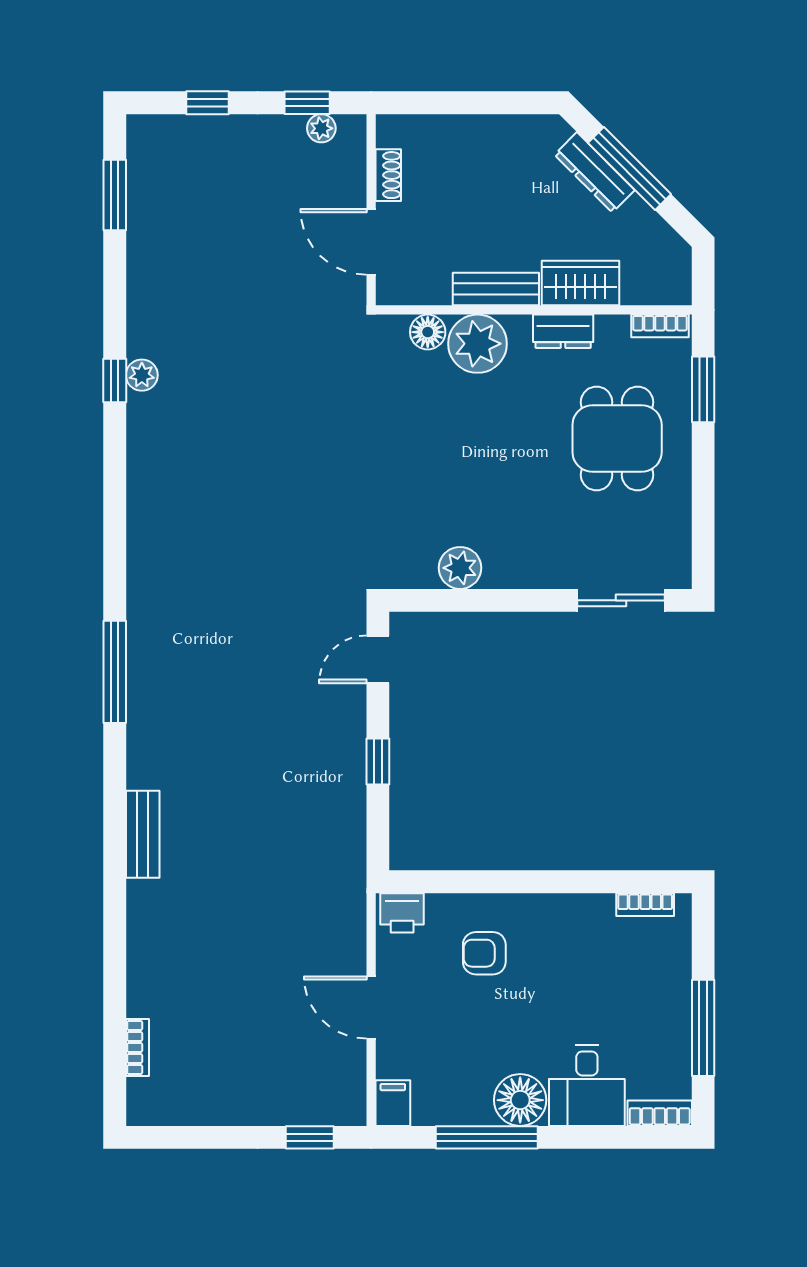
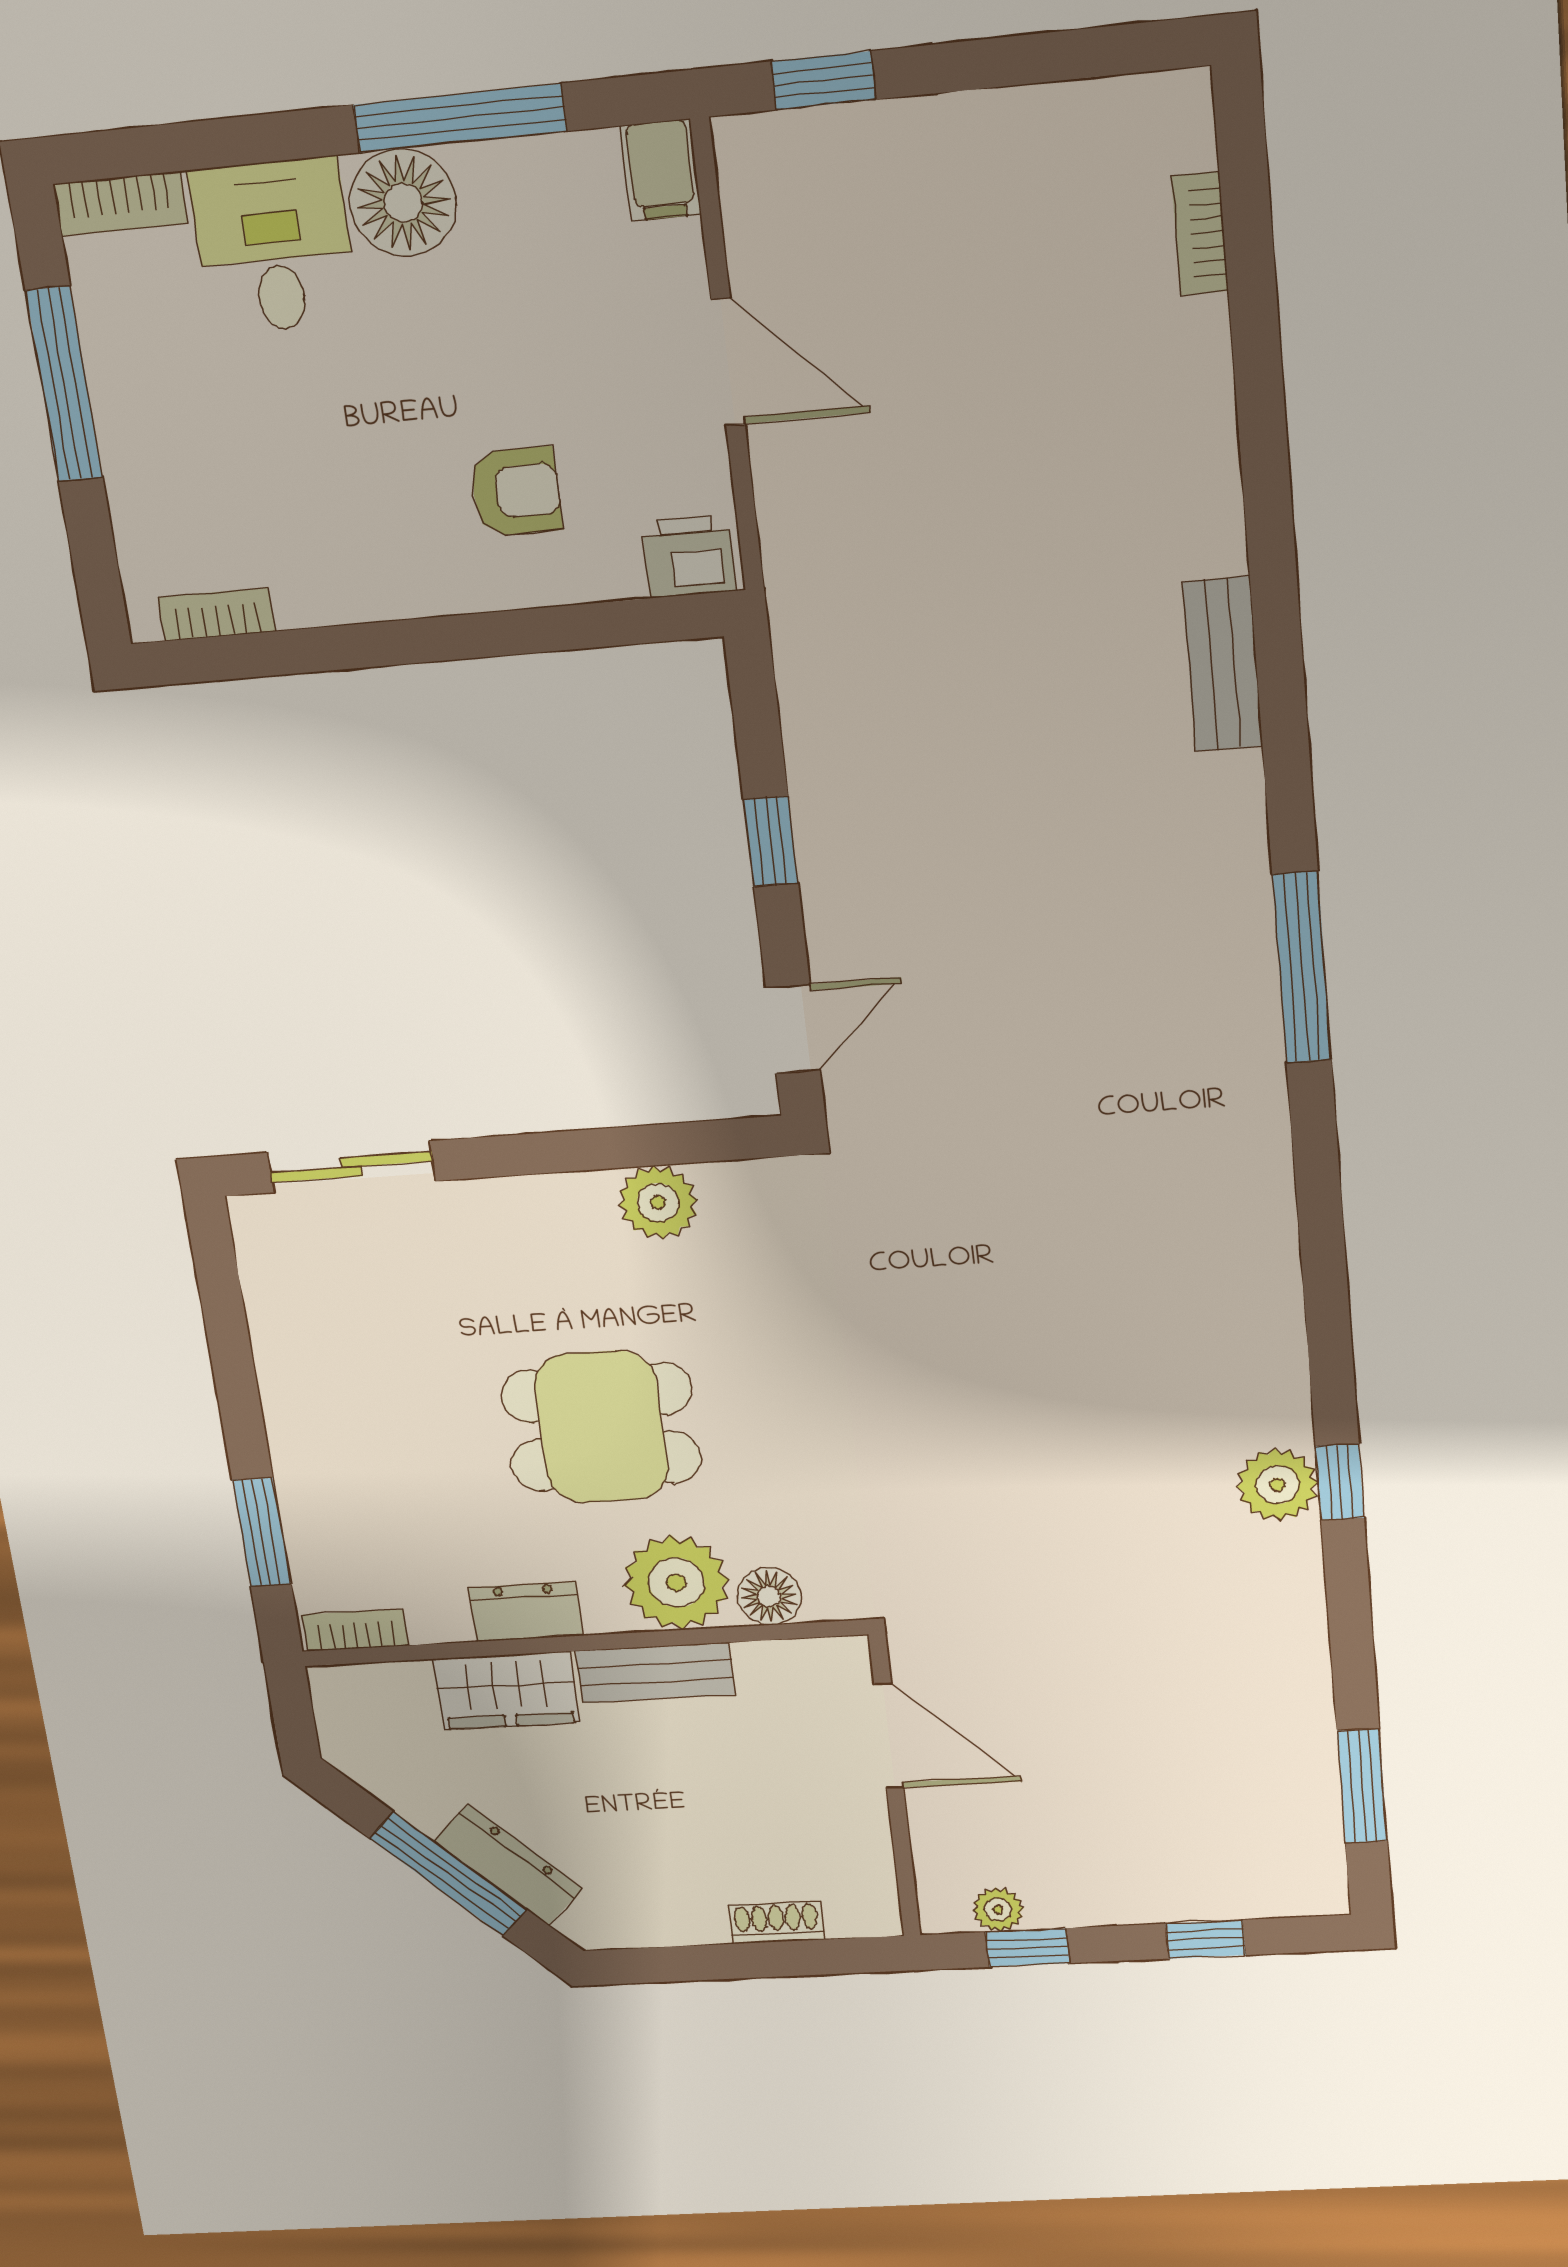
shoe rack: (388, 175) -> (776, 1923), moved, turned 90
plant: (142, 375) -> (1277, 1485), width x1.38, depth x1.38
dining table: (617, 438) -> (601, 1427), moved, turned 90

